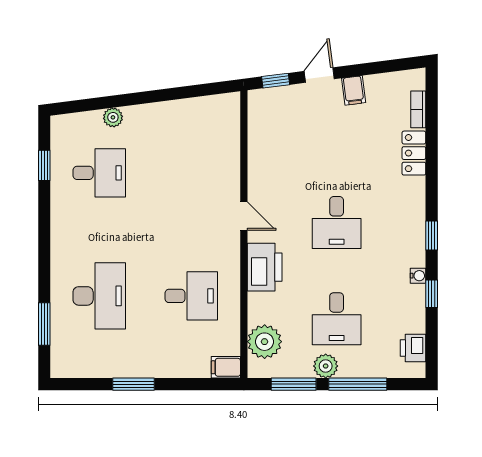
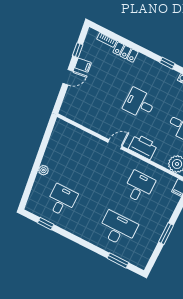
door: (319, 75) -> (68, 77), swing flipped
window: (276, 81) -> (78, 50), moved
plant: (113, 117) -> (43, 170), moved
desk: (337, 222) -> (139, 103), turned 180

